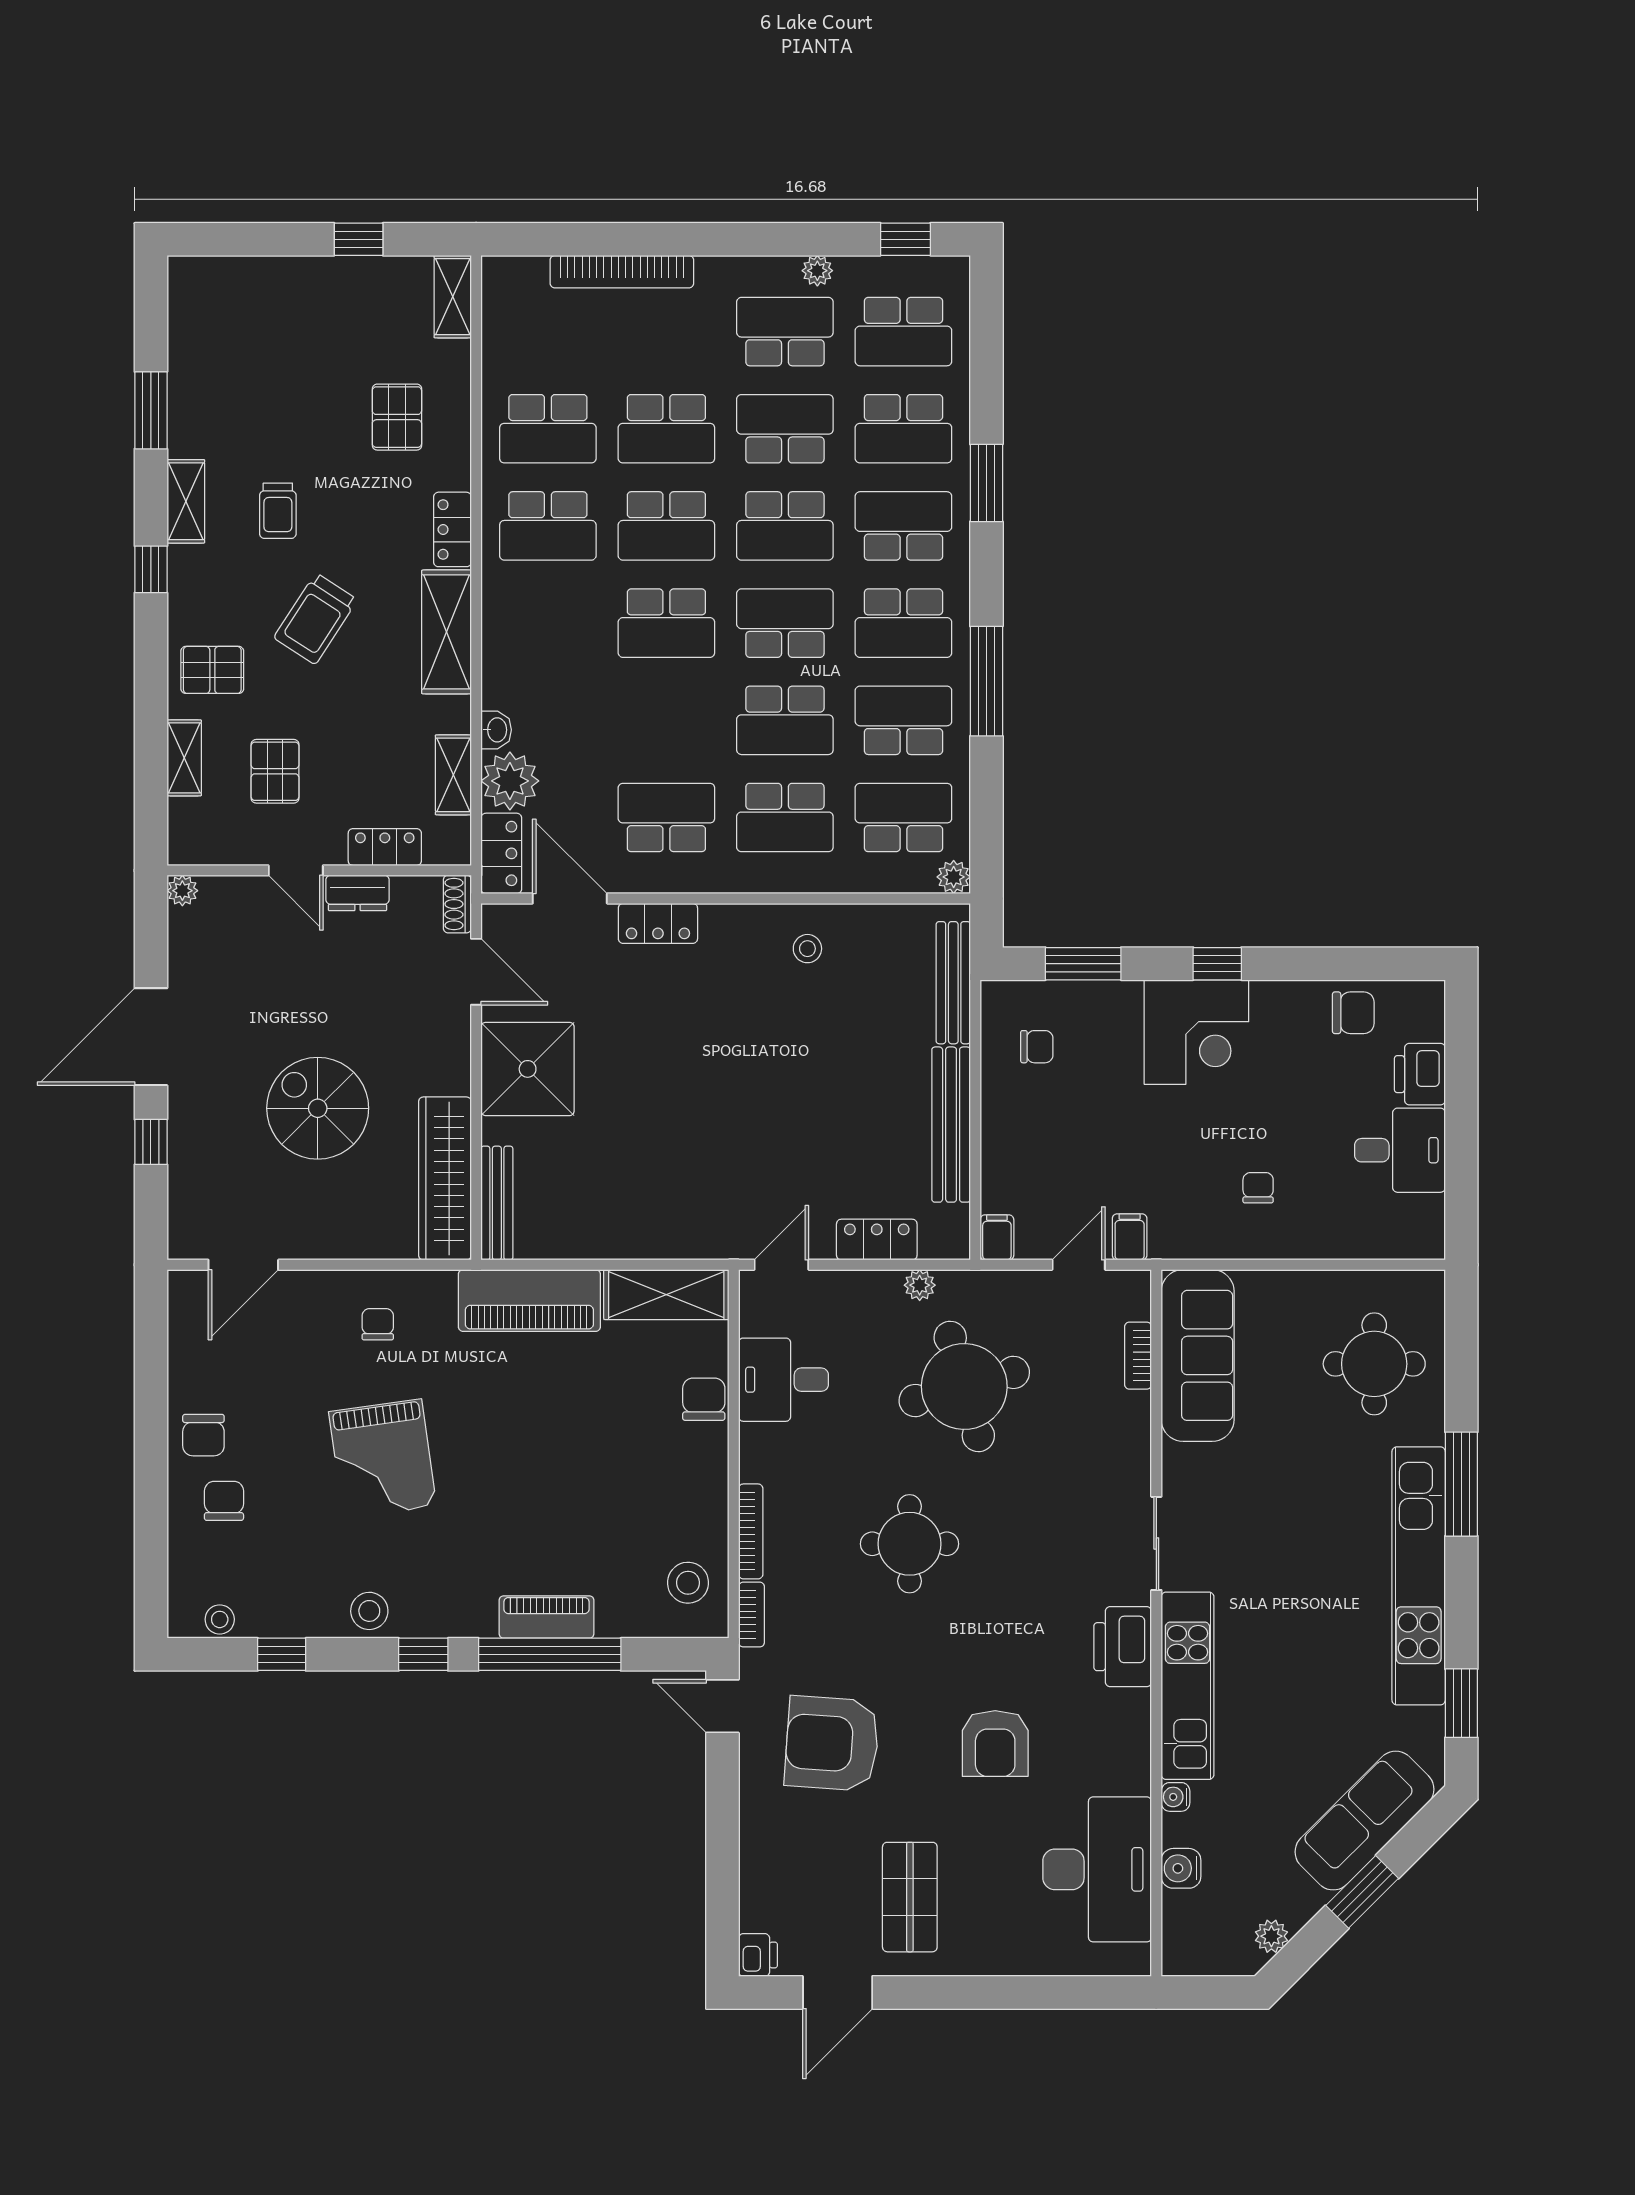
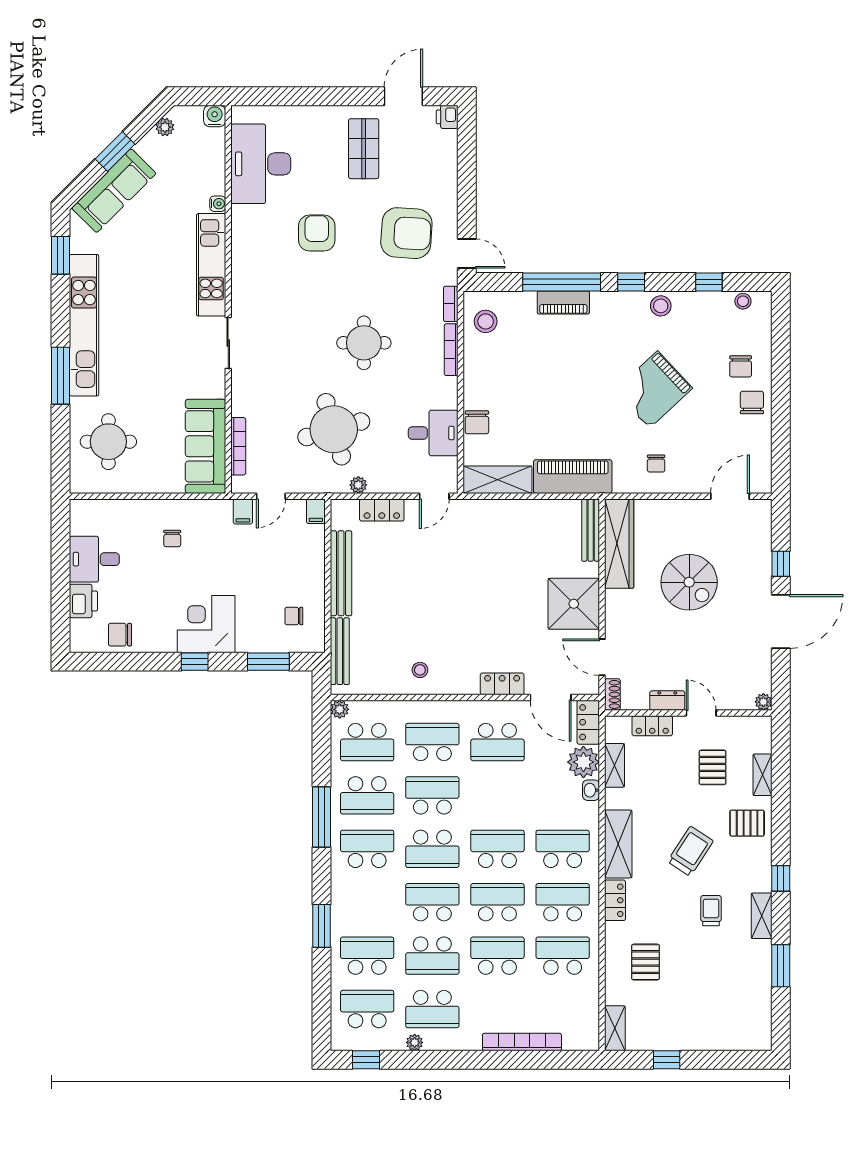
school desk: (903, 526) -> (563, 849), moved, turned 180
bookcase: (1138, 1356) -> (238, 446), width x1.56
grand piano: (383, 1459) -> (653, 390), turned -125
printer: (1123, 1647) -> (247, 286), removed
water cooler: (1181, 1868) -> (215, 116), moved, turned -90

